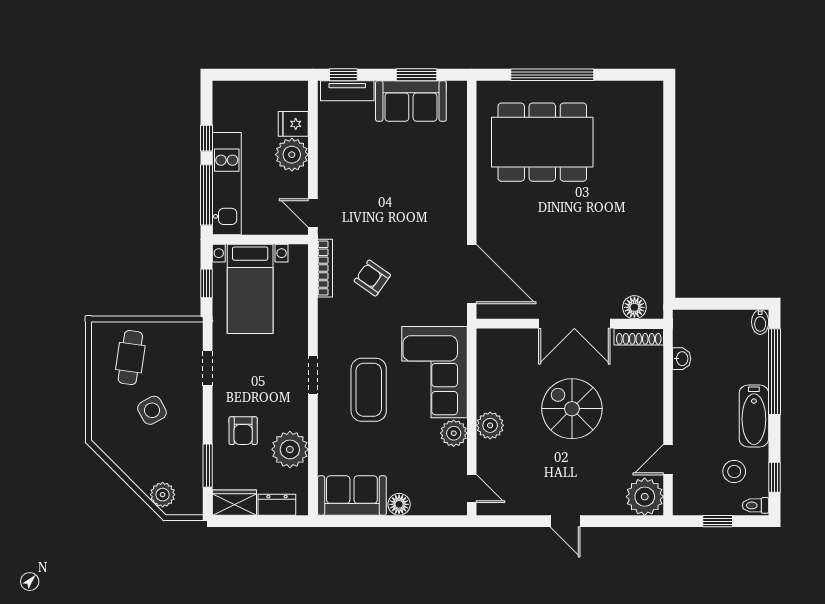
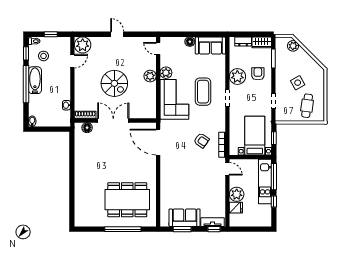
window: (774, 372) -> (26, 84), moved
plant: (290, 449) -> (237, 77), moved

